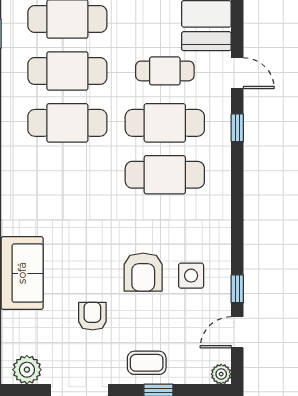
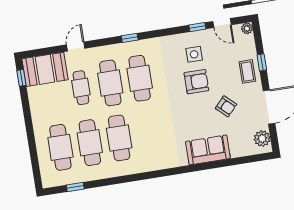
window: (237, 128) -> (130, 38), moved
armchair: (92, 316) -> (226, 106), turned -137

